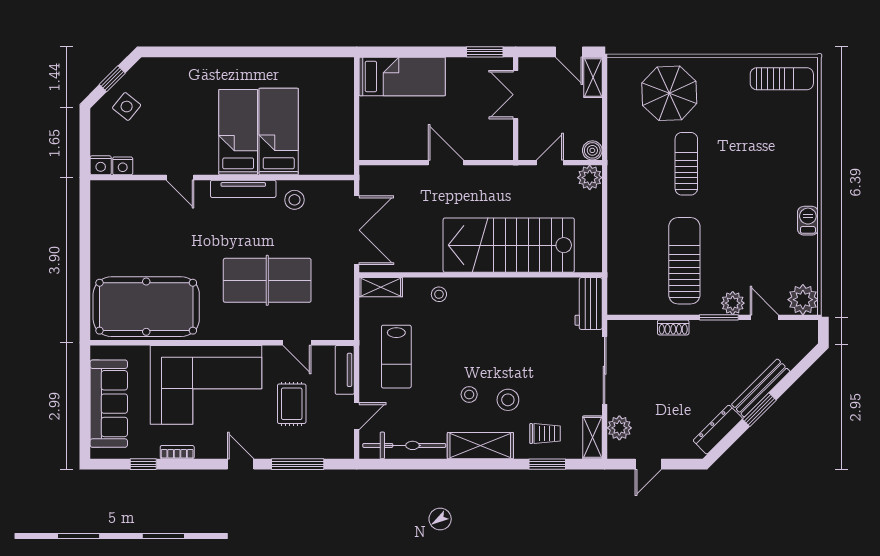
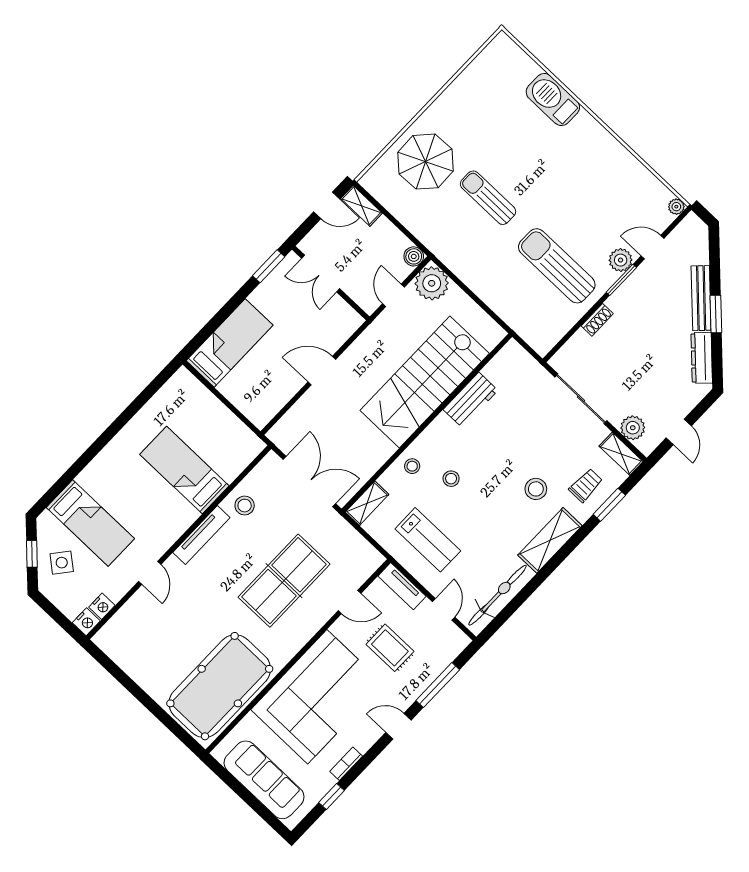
sun lounger: (782, 79) -> (492, 70), removed
bed: (238, 132) -> (90, 523), moved, turned 180
door: (180, 177) -> (150, 573), hinge flipped
plant: (590, 178) -> (432, 283), width x1.36, depth x1.36
barbecue: (808, 221) -> (553, 100), moved, width x1.88, depth x1.53
plant: (803, 300) -> (676, 207), width x0.53, depth x0.53
workbench: (589, 304) -> (471, 400), moved, turned -90
stool: (469, 394) -> (451, 479), moved

